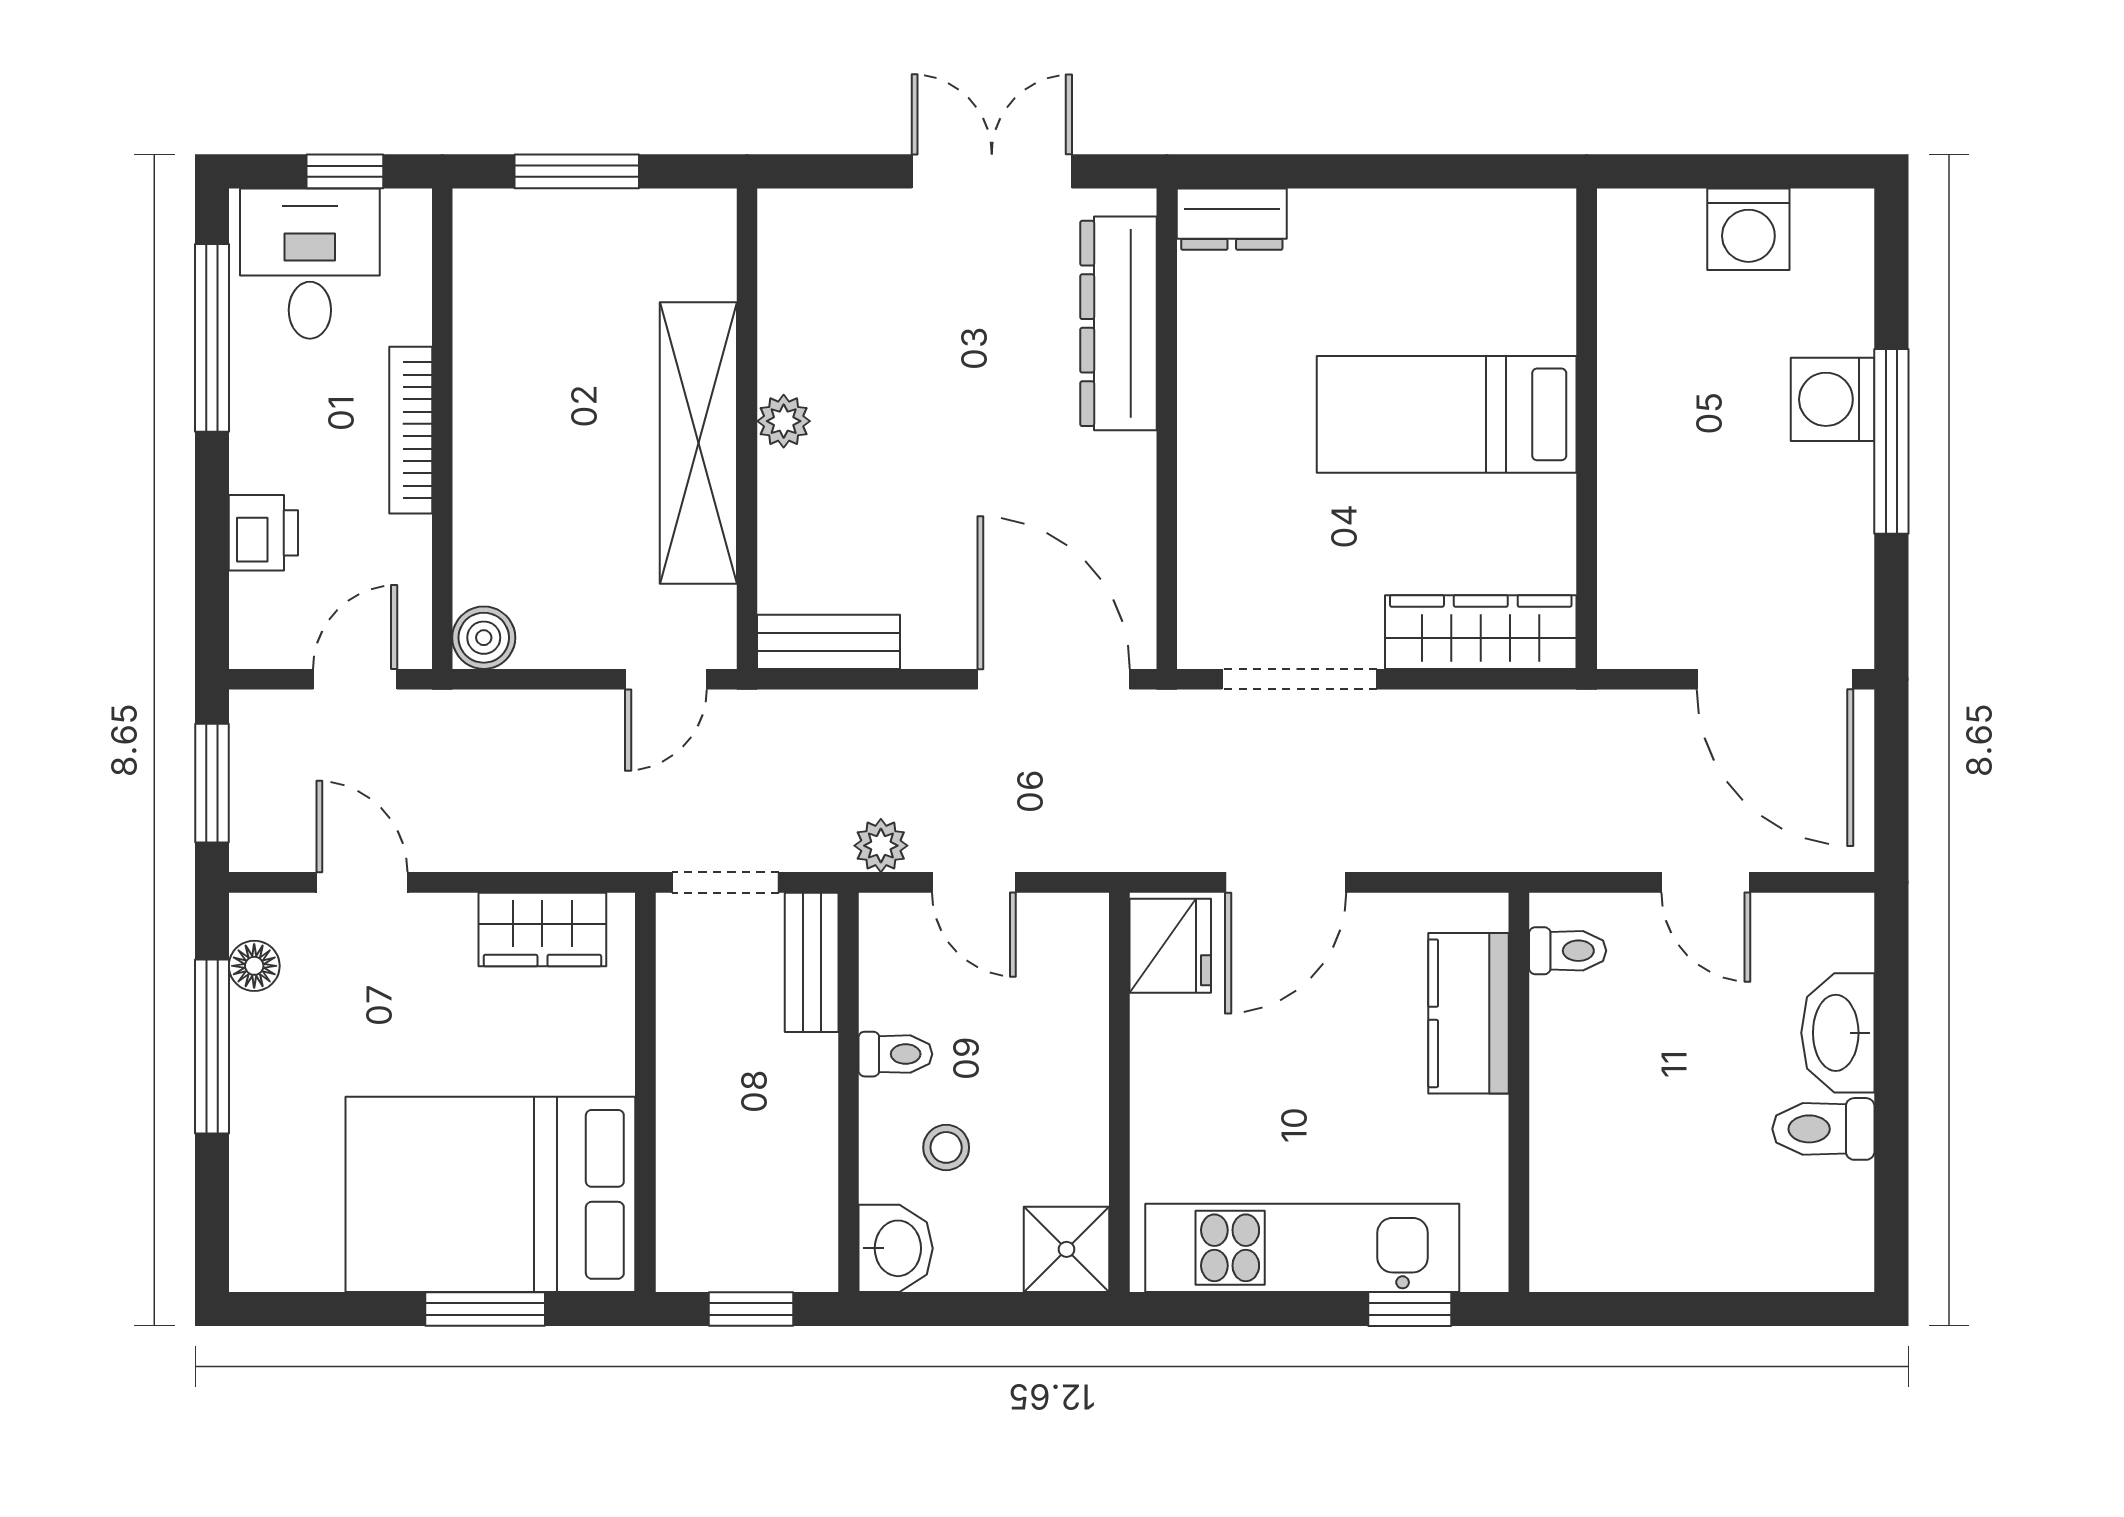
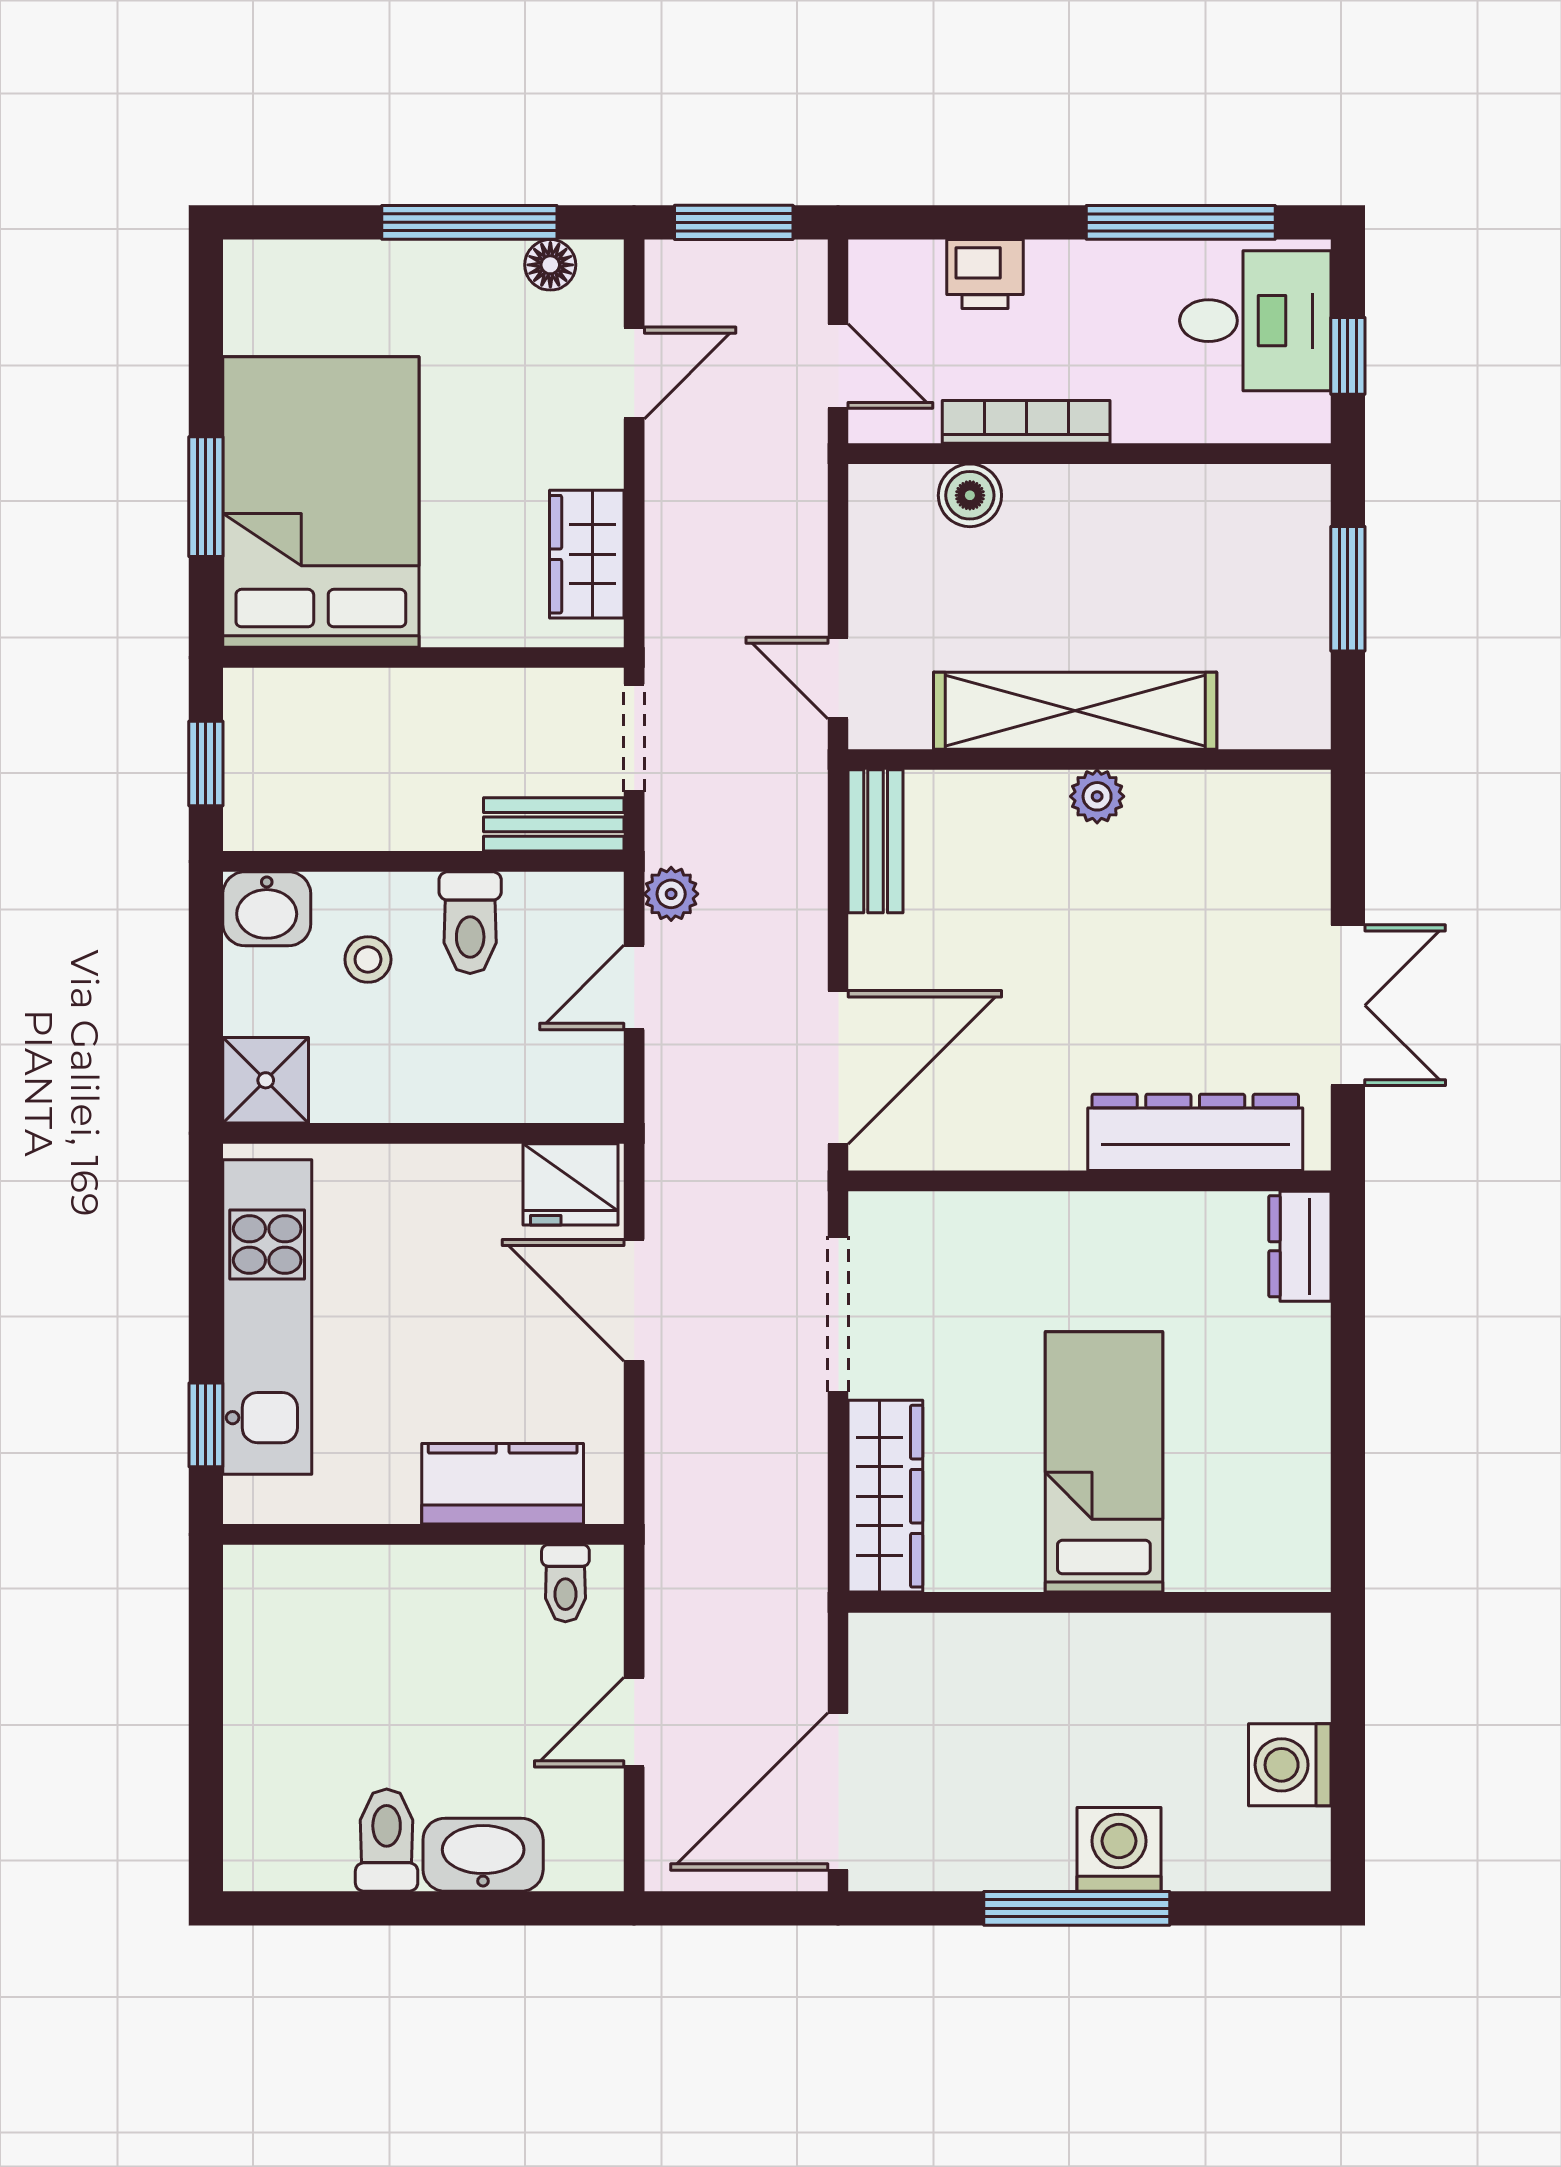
bookcase: (411, 430) -> (1026, 422), moved
boiler: (484, 638) -> (970, 495), moved
toilet: (895, 1054) -> (470, 923), width x1.37, depth x1.39

